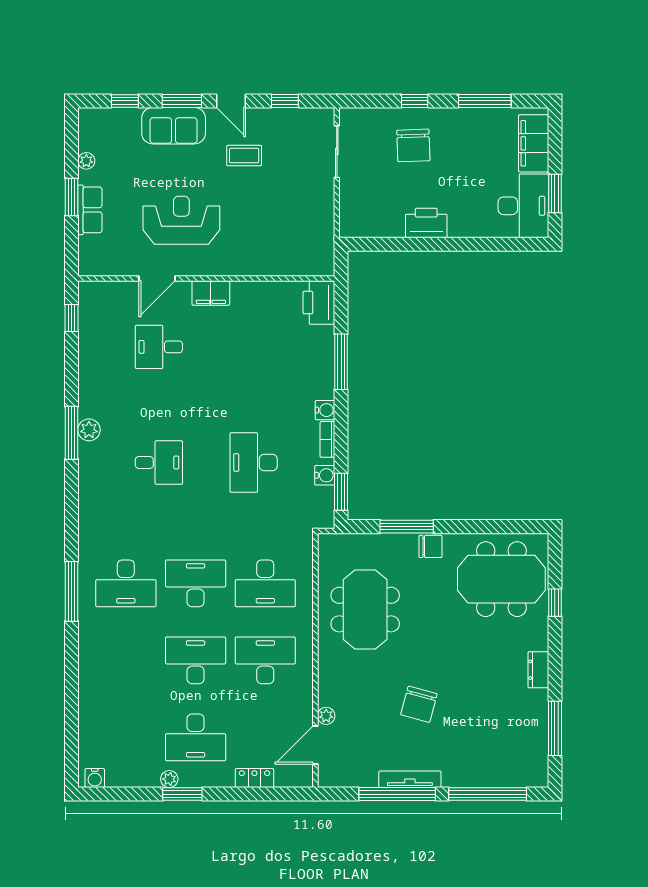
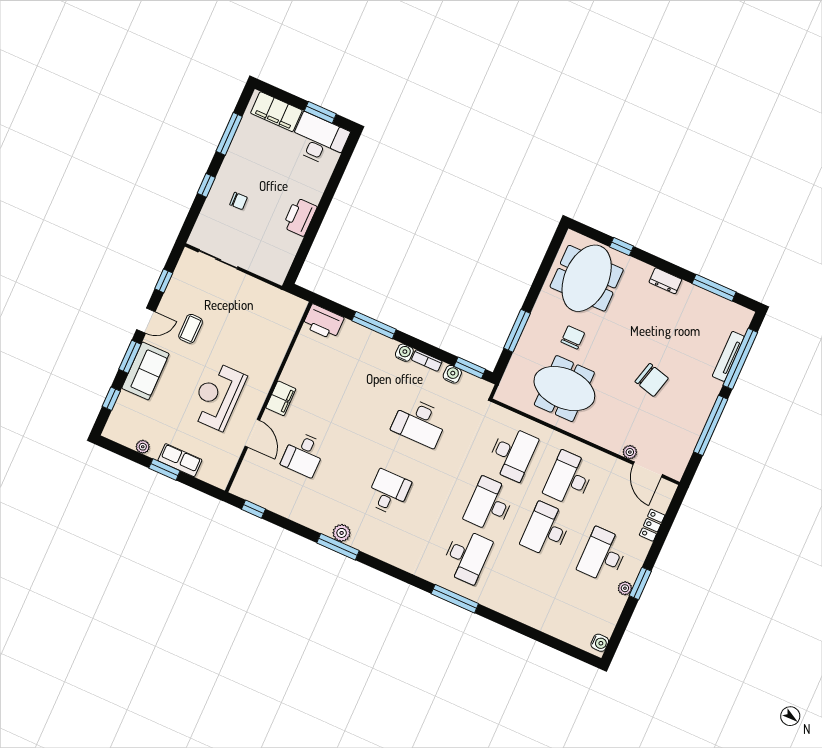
chair: (413, 145) -> (239, 201), width x0.54, depth x0.54
chair: (431, 546) -> (573, 337), moved
desk: (196, 737) -> (603, 555), turned 180
tv unit: (410, 779) -> (728, 356), moved

